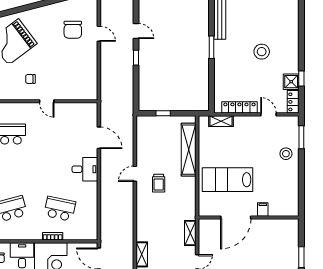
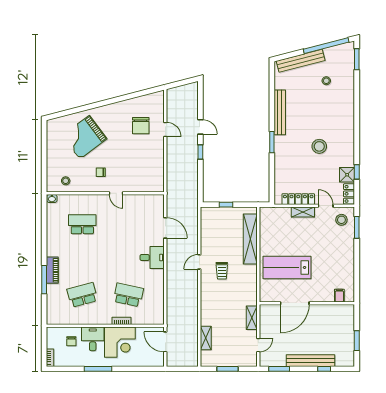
shelving: (221, 121) -> (303, 212), moved
stool: (286, 154) -> (341, 220), moved
filing cabinet: (263, 209) -> (339, 296), moved

